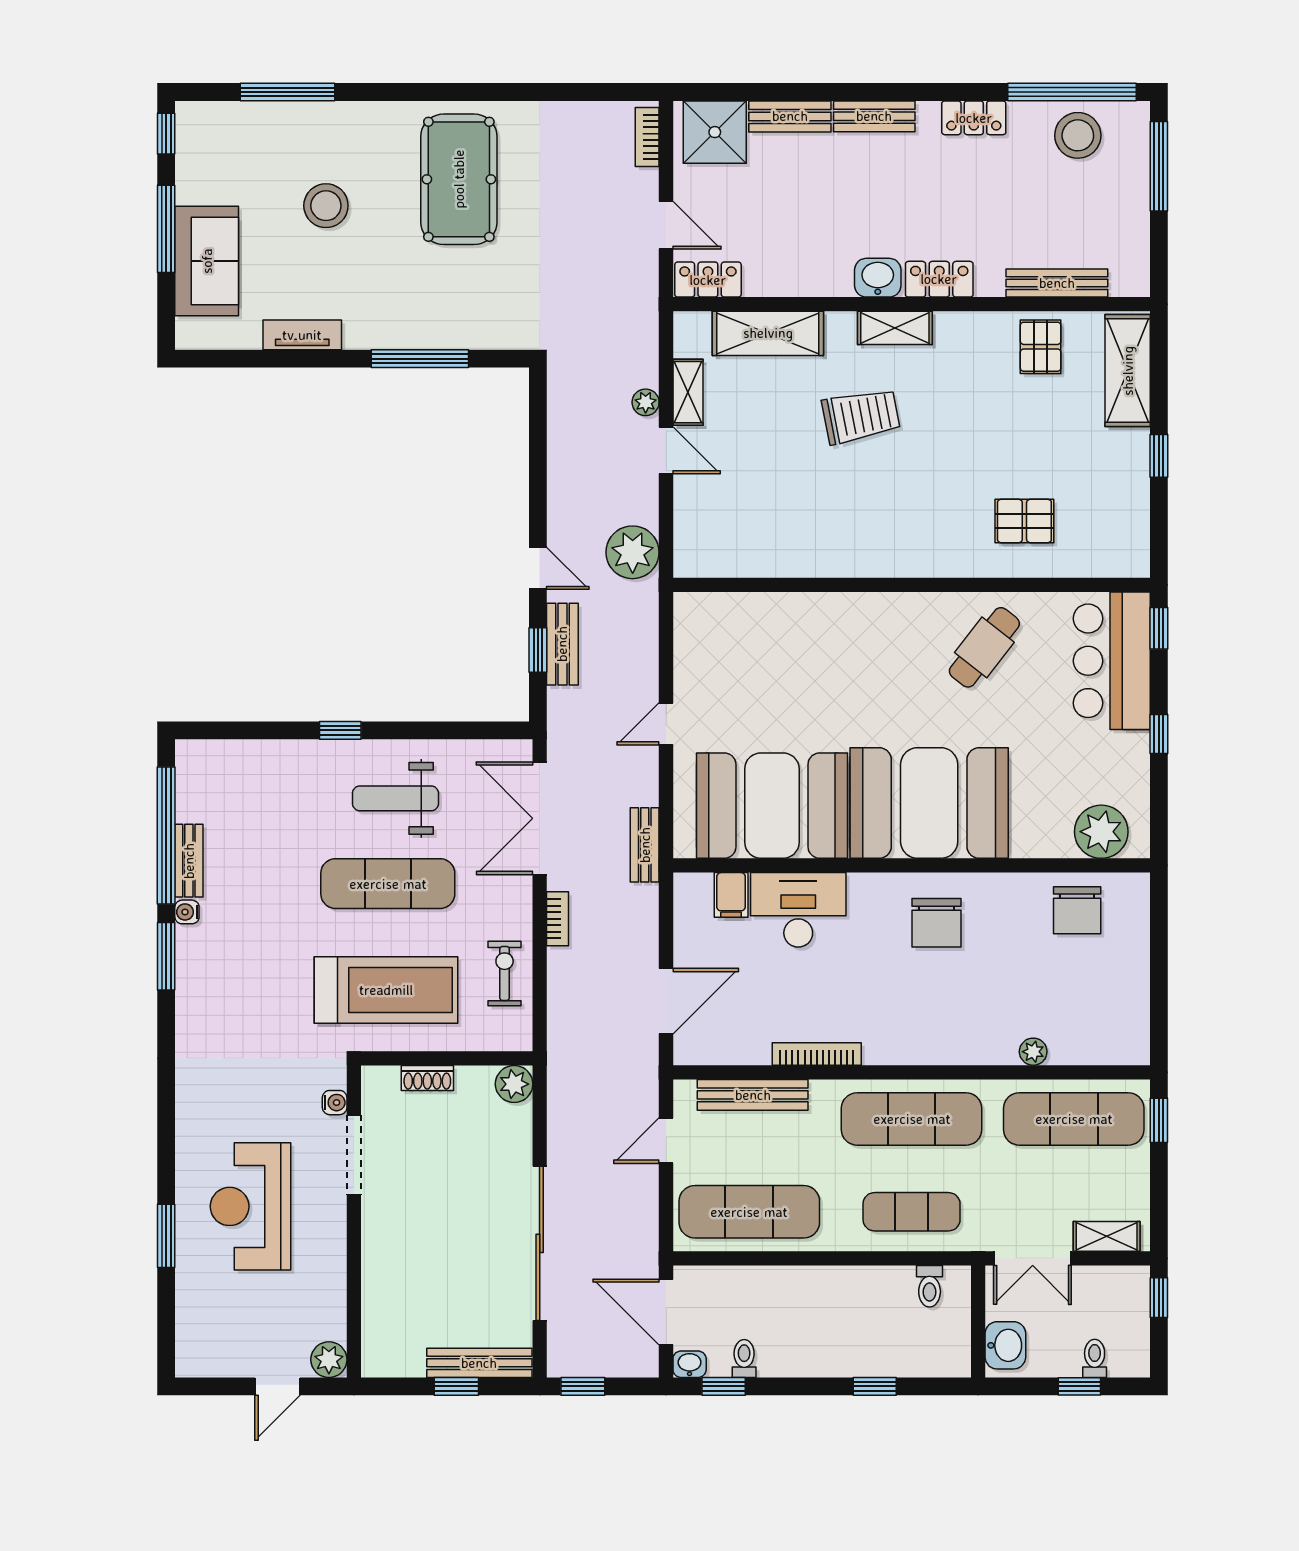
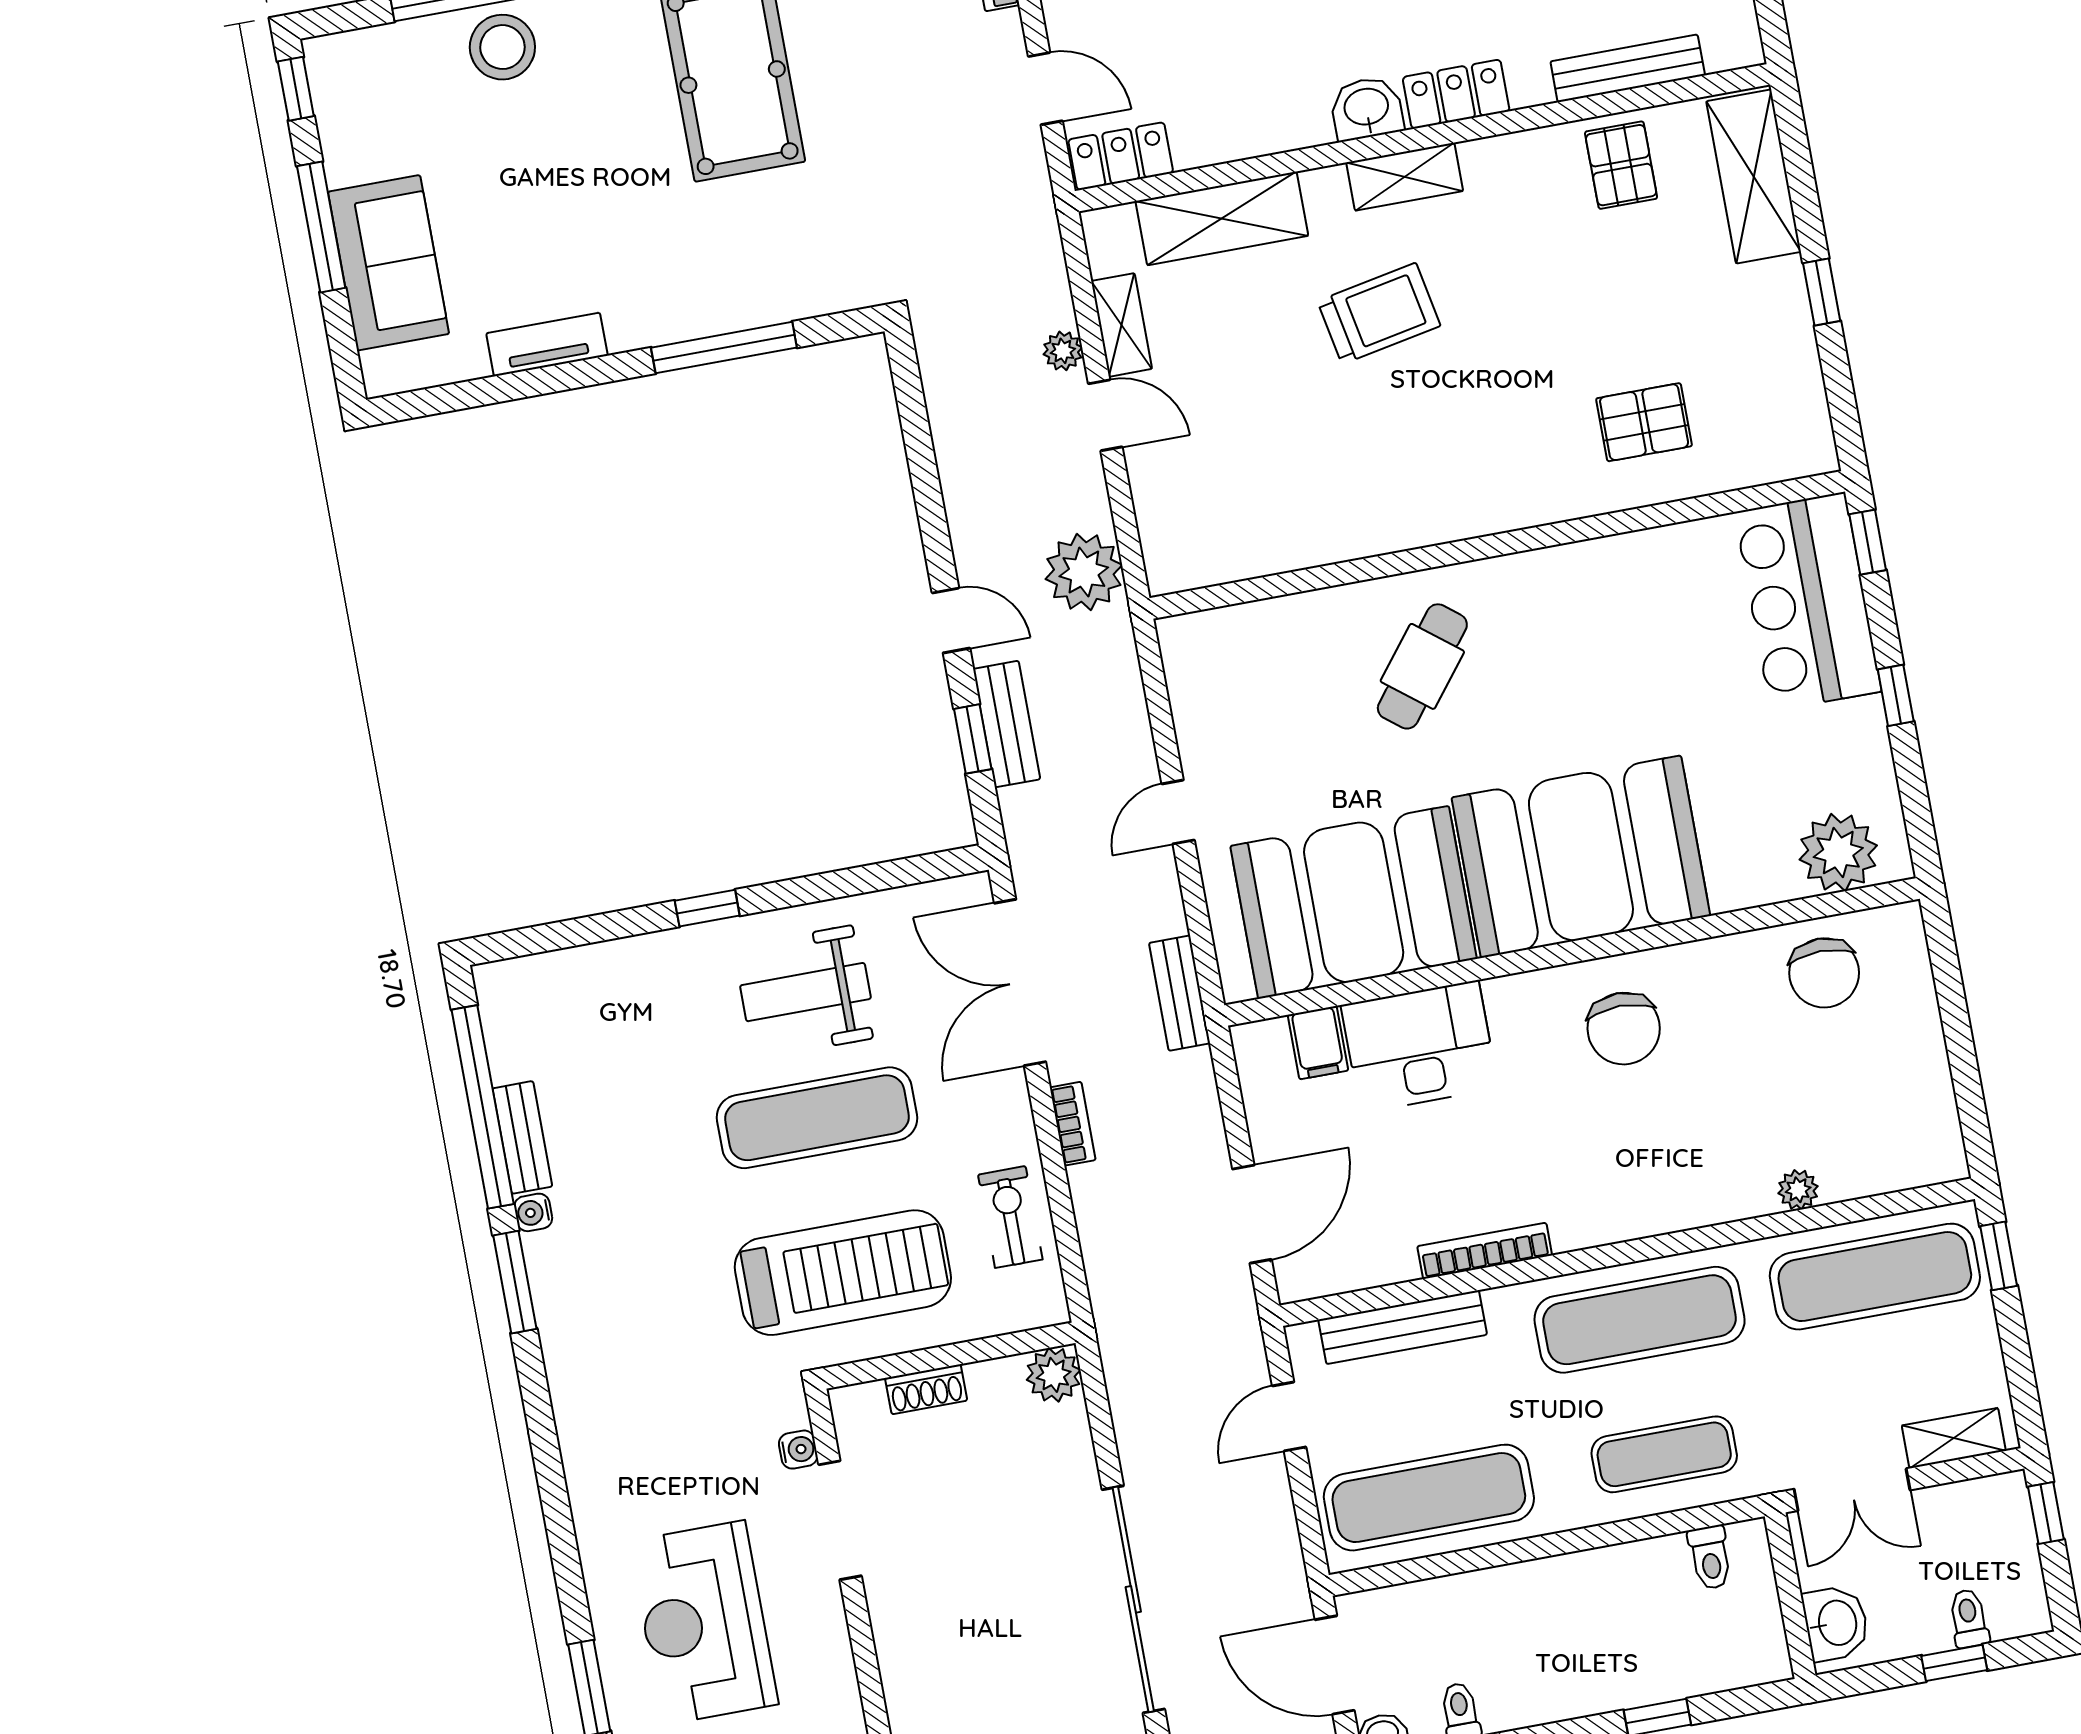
stool: (326, 206) -> (502, 47), moved
cafe table: (984, 647) -> (1422, 666), moved

